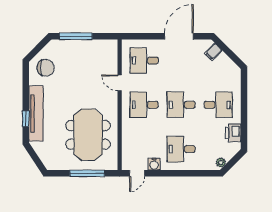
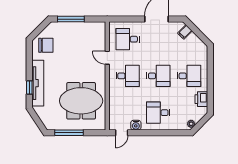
desk: (144, 105) -> (128, 76), turned 180
desk: (181, 105) -> (158, 76), turned 180
meeting table: (88, 135) -> (81, 101), turned 90
window: (87, 173) -> (69, 133), moved

